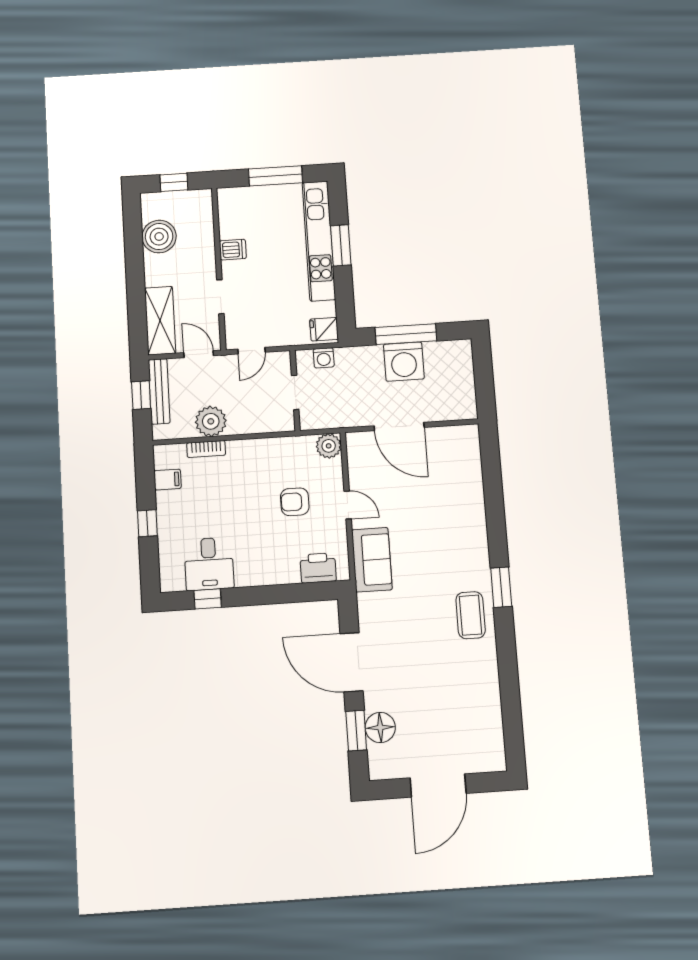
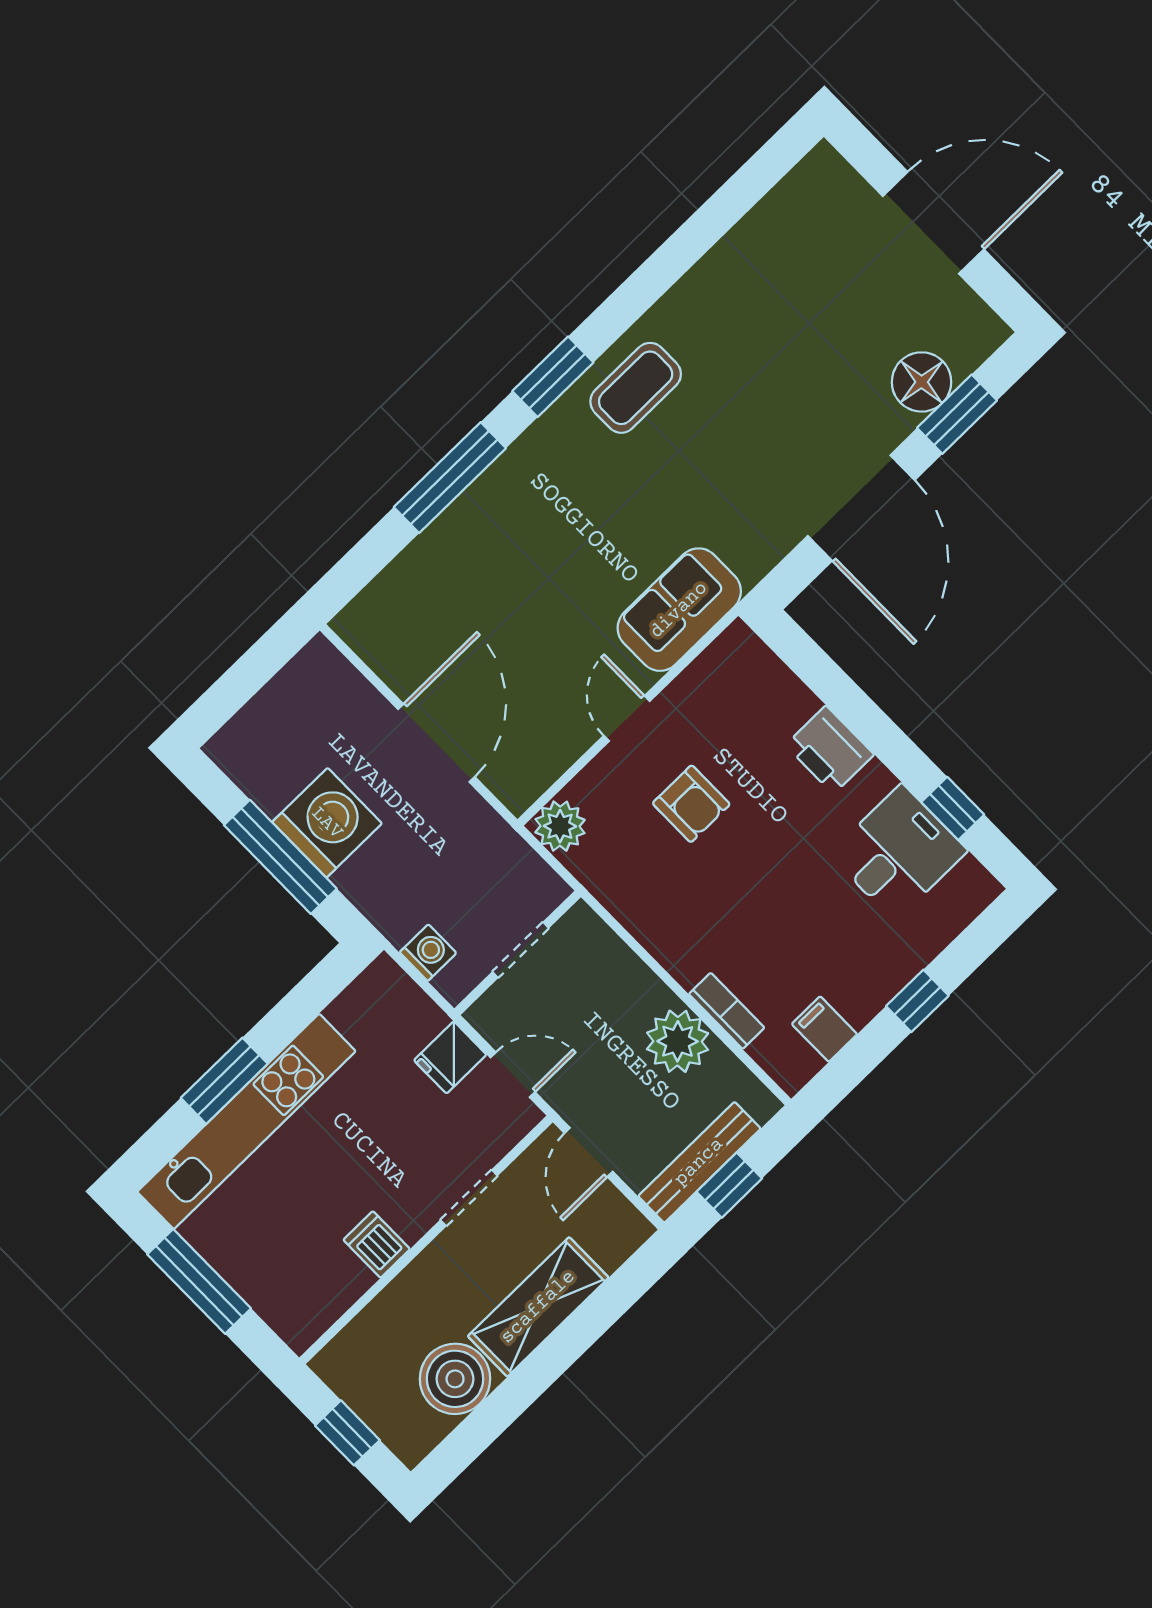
shelving: (160, 321) -> (538, 1307), moved
fridge: (324, 329) -> (450, 1057), moved, turned 90
window: (495, 516) -> (450, 478), added
printer: (318, 568) -> (830, 750), moved

